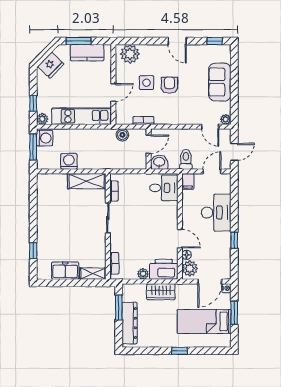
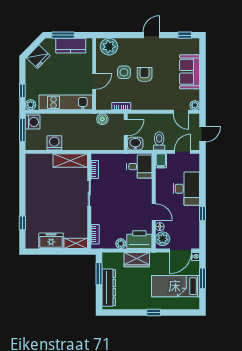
door: (177, 41) -> (151, 35), swing flipped

